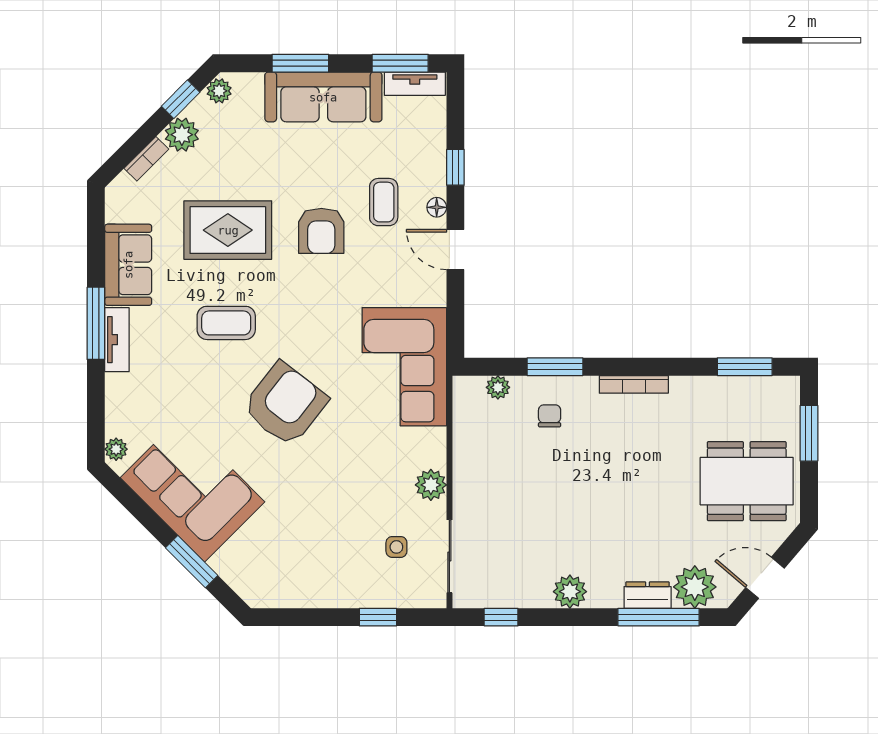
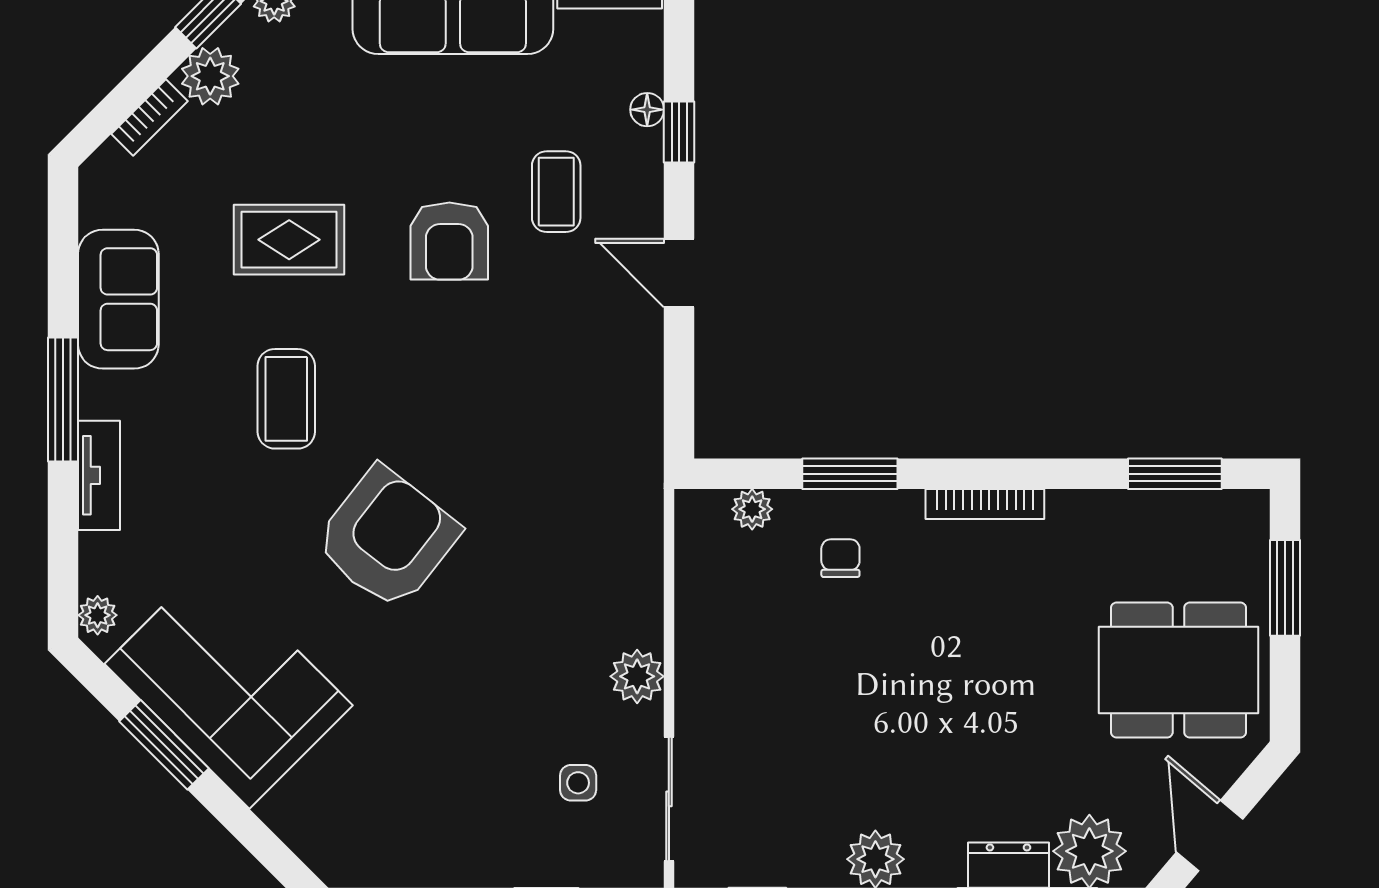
floor lamp: (437, 207) -> (647, 110), moved
rug: (228, 230) -> (289, 240), width x0.73, depth x0.70
coffee table: (226, 323) -> (286, 399), turned 90
tv unit: (117, 340) -> (99, 475), moved
corner sofa: (404, 367) -> (592, 474), removed
window: (192, 562) -> (164, 745), moved
door: (765, 578) -> (1210, 836), hinge flipped

